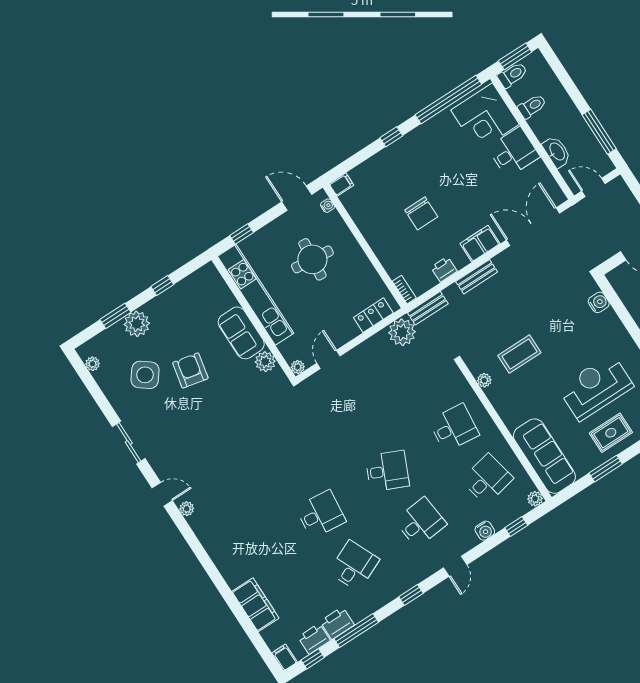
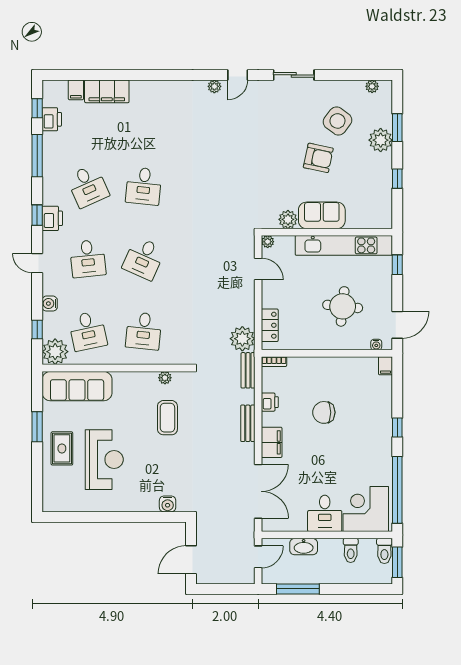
plant: (535, 499) -> (55, 352), width x1.88, depth x1.88
printer: (337, 623) -> (52, 218), moved
filing cabinet: (285, 658) -> (76, 90), moved, turned 90

